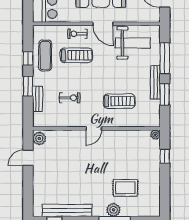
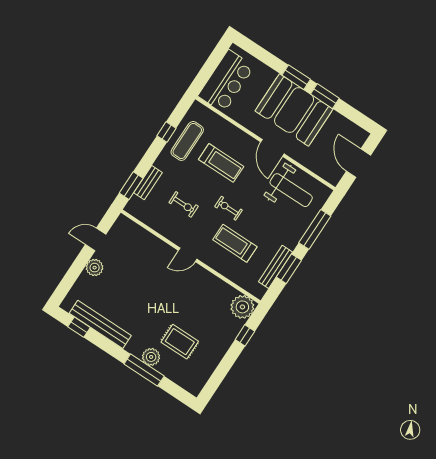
exercise bike: (77, 34) -> (228, 208), moved
bench: (155, 82) -> (275, 267), moved
window: (28, 86) -> (131, 186), moved
treadmill: (119, 101) -> (235, 243), turned 180
plant: (155, 135) -> (242, 307), width x1.87, depth x1.87
plant: (39, 139) -> (95, 268), moved

